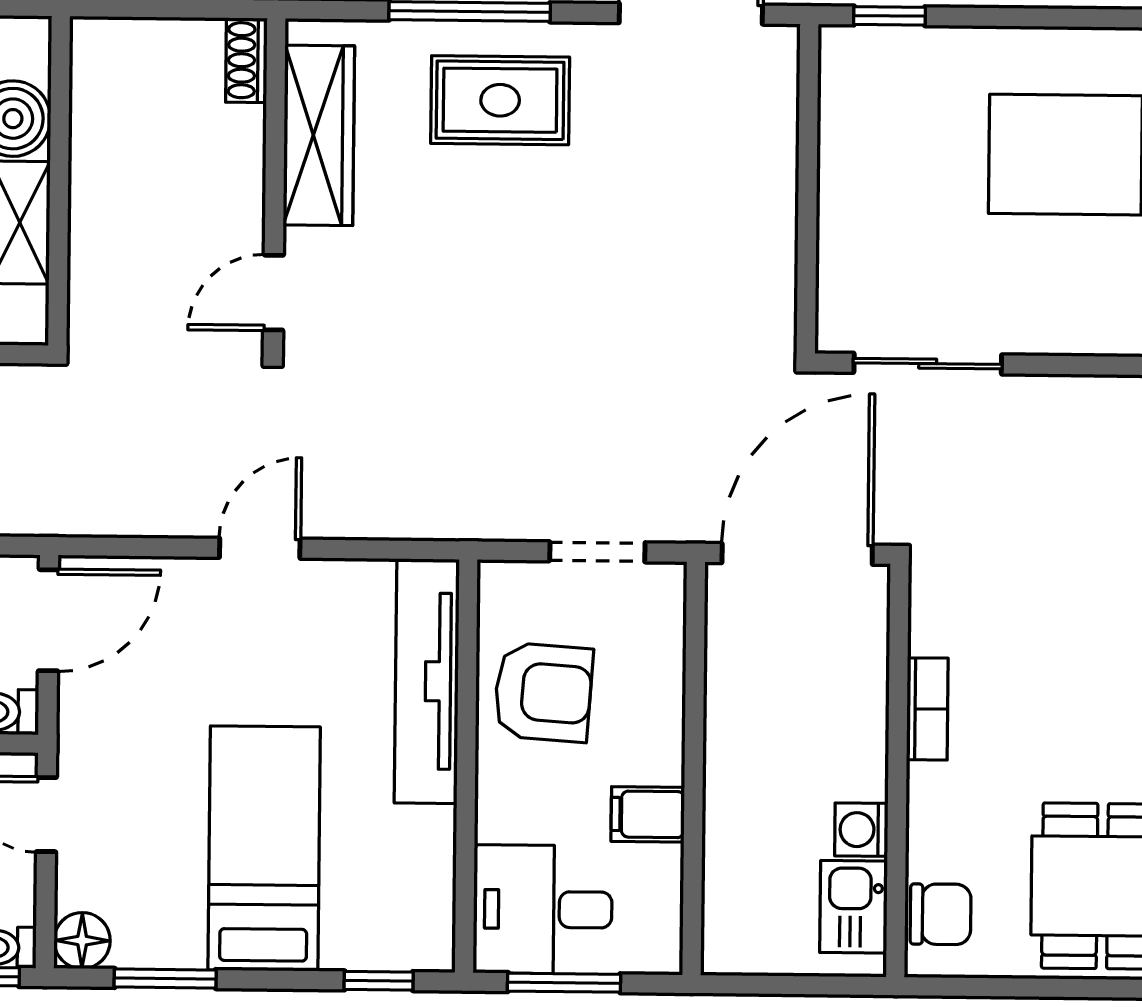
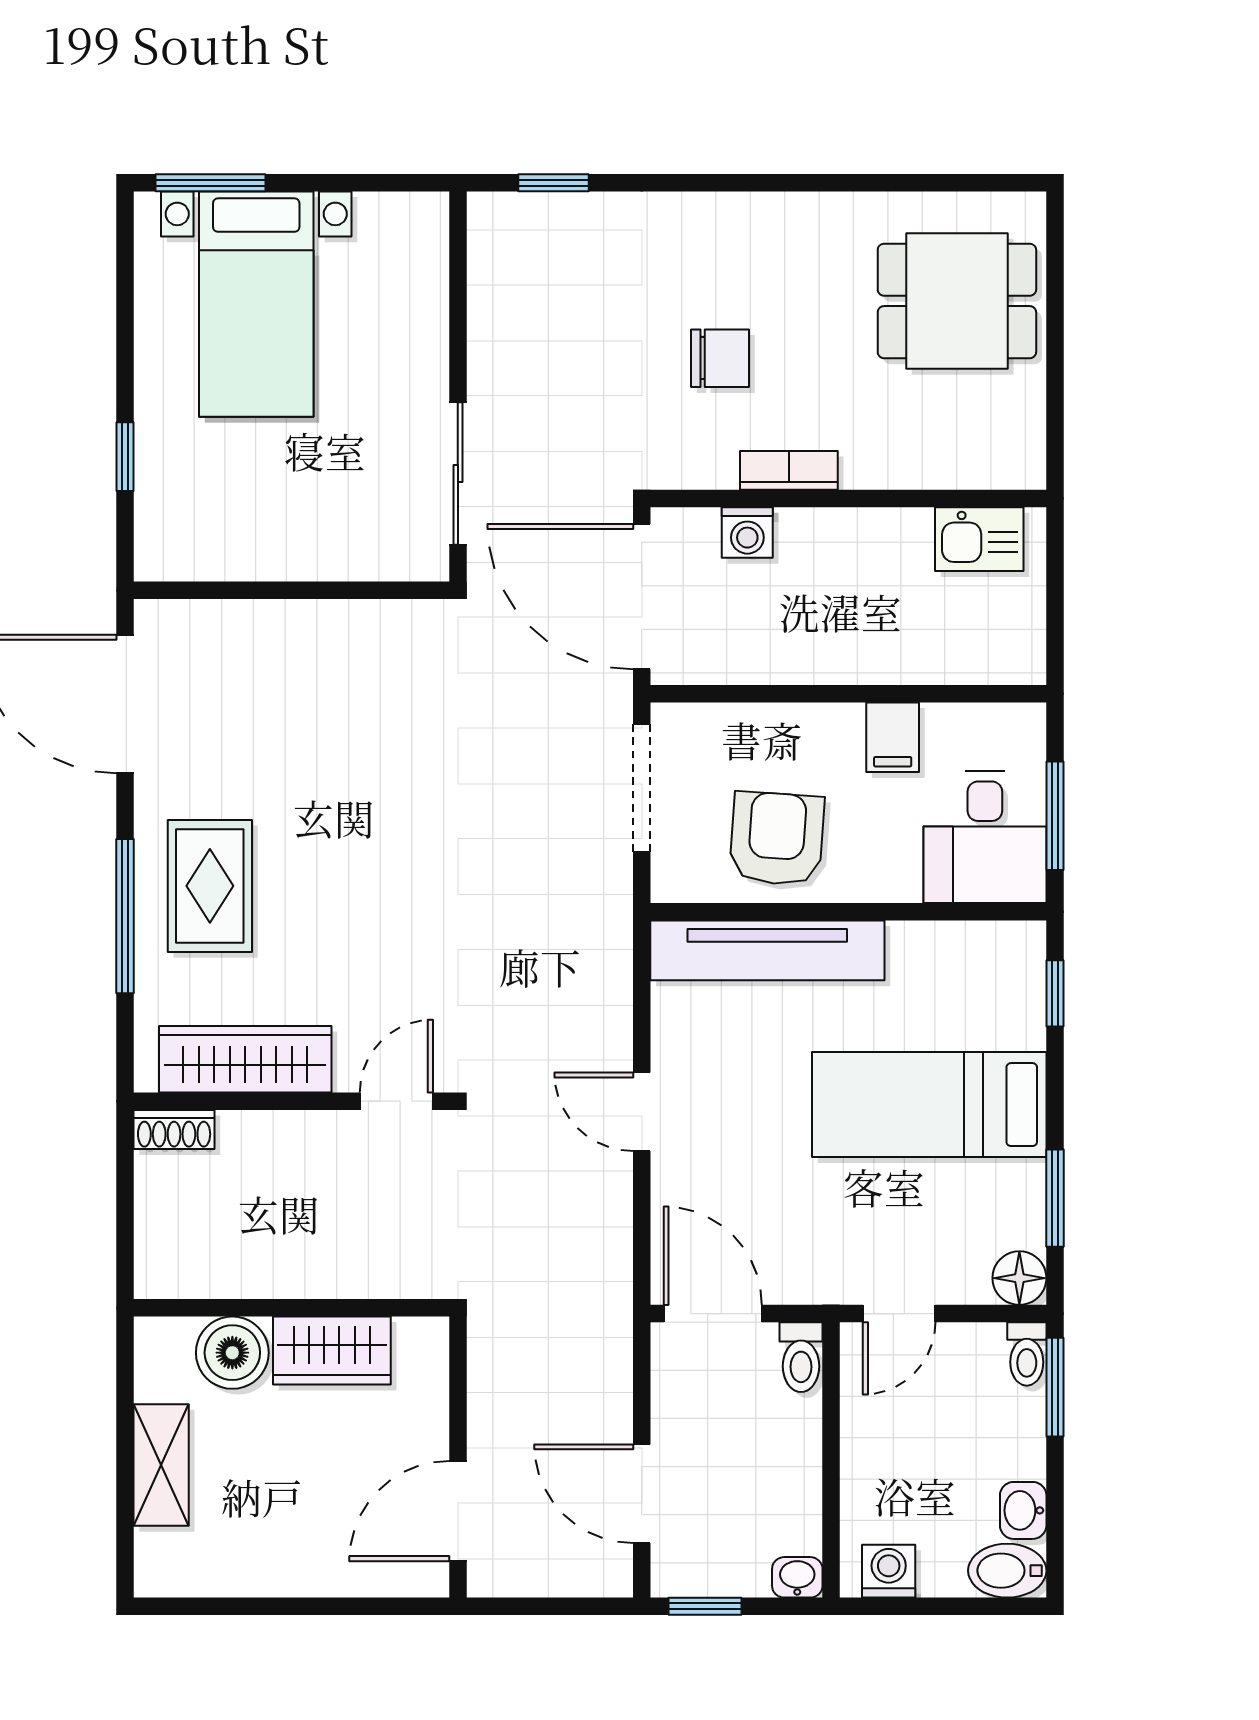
window: (889, 16) -> (125, 457), moved
door: (273, 293) -> (396, 1101), swing flipped
doorway: (597, 552) -> (642, 788), width x1.38
washing machine: (861, 830) -> (747, 532), moved
chair: (941, 914) -> (720, 358), moved, turned 90

